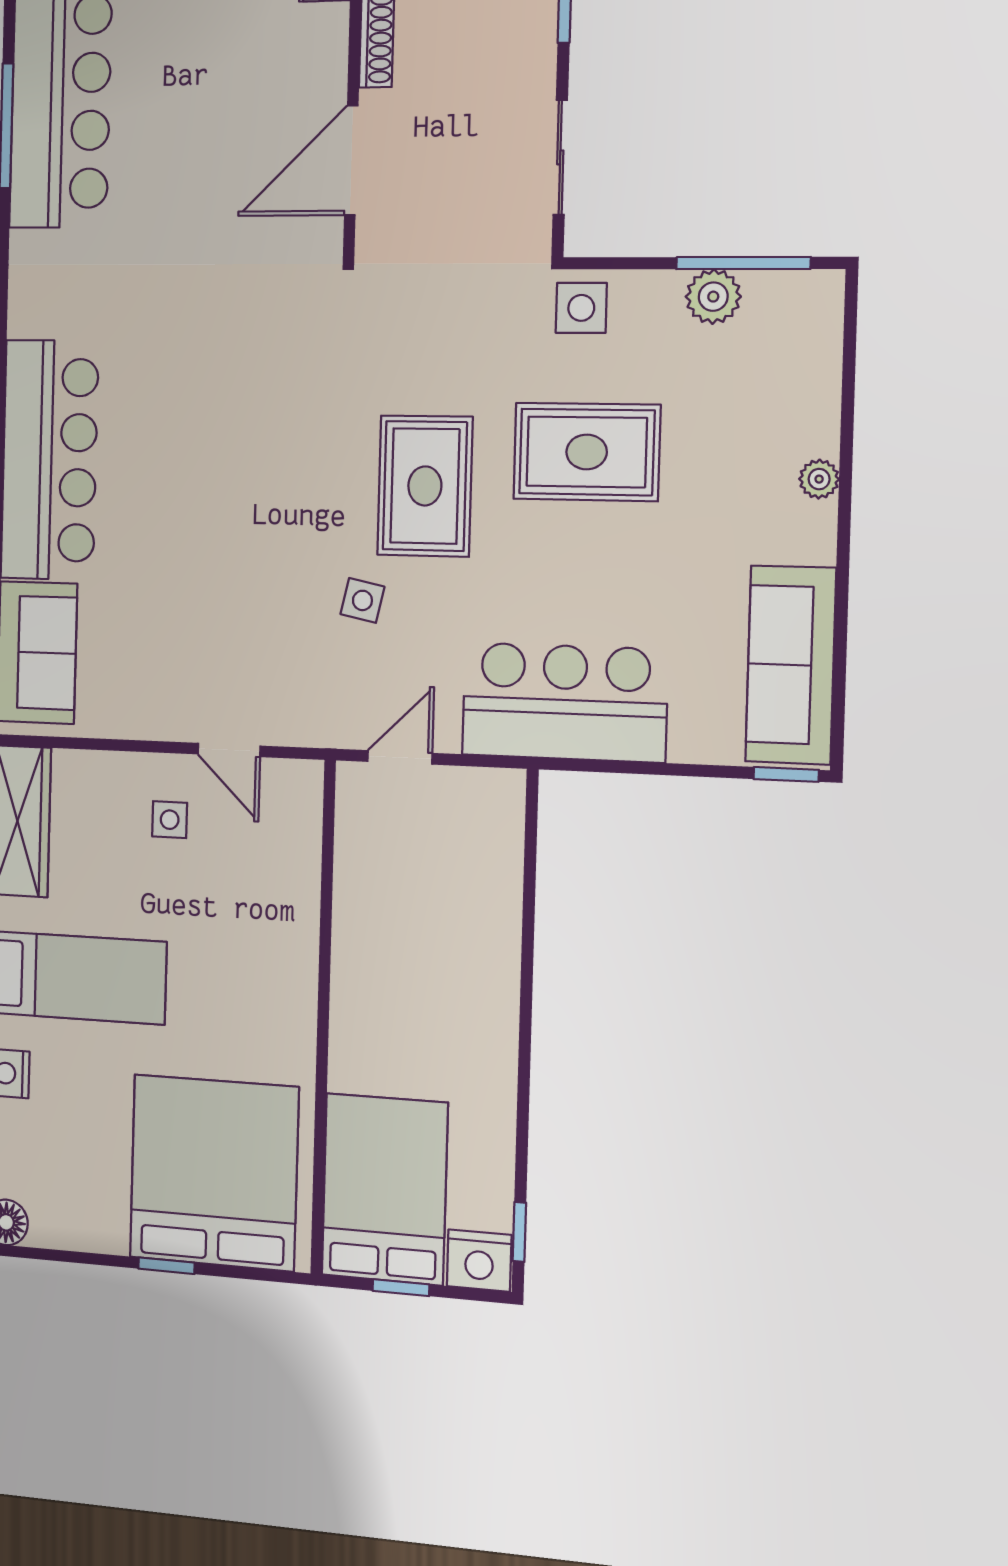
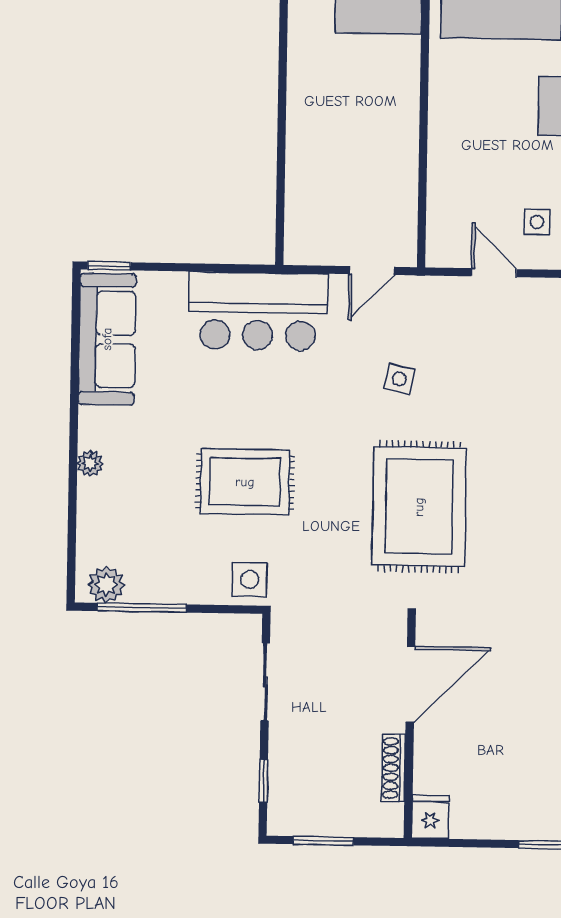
plant: (713, 297) -> (106, 585), moved
rug: (425, 486) -> (419, 507), moved, width x1.37, depth x1.44

